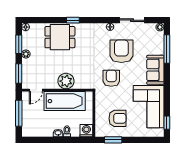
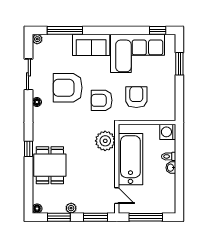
plant: (66, 81) -> (105, 141), moved
armchair: (117, 118) -> (136, 97), moved
window: (113, 140) -> (179, 64), moved

